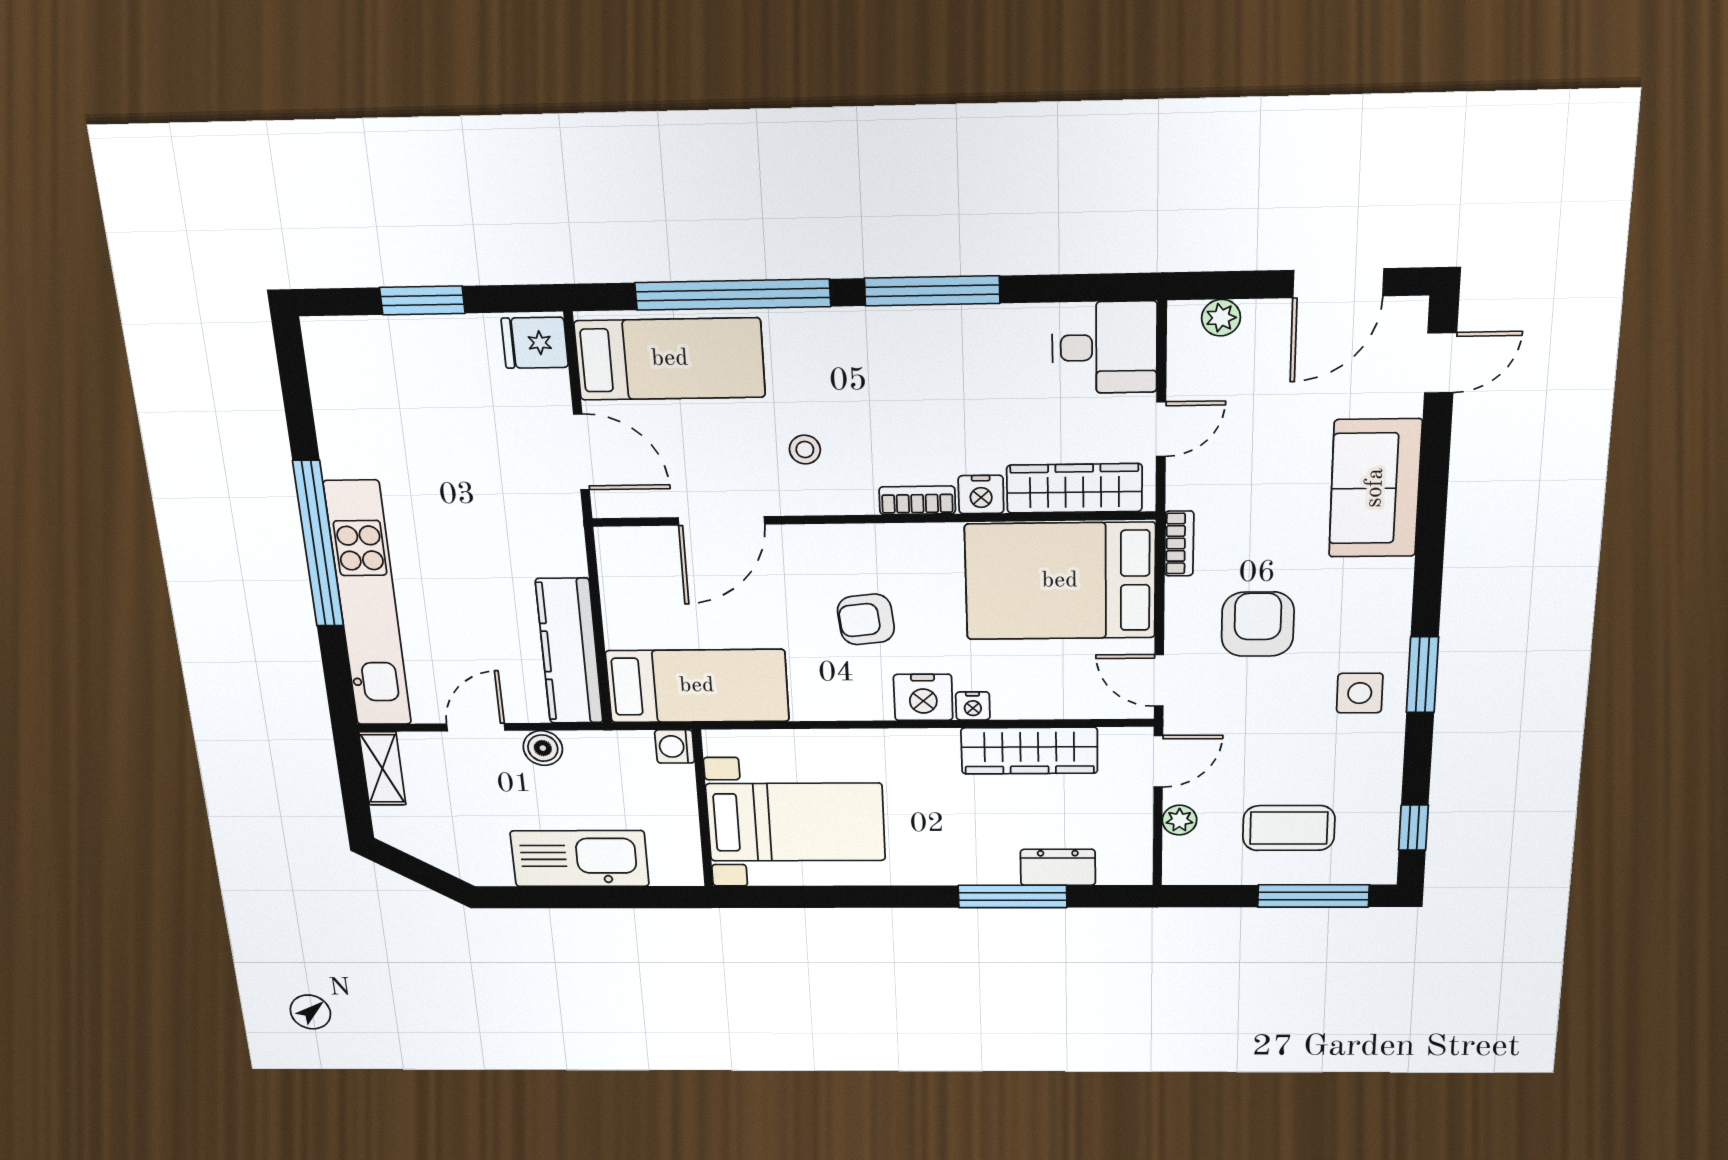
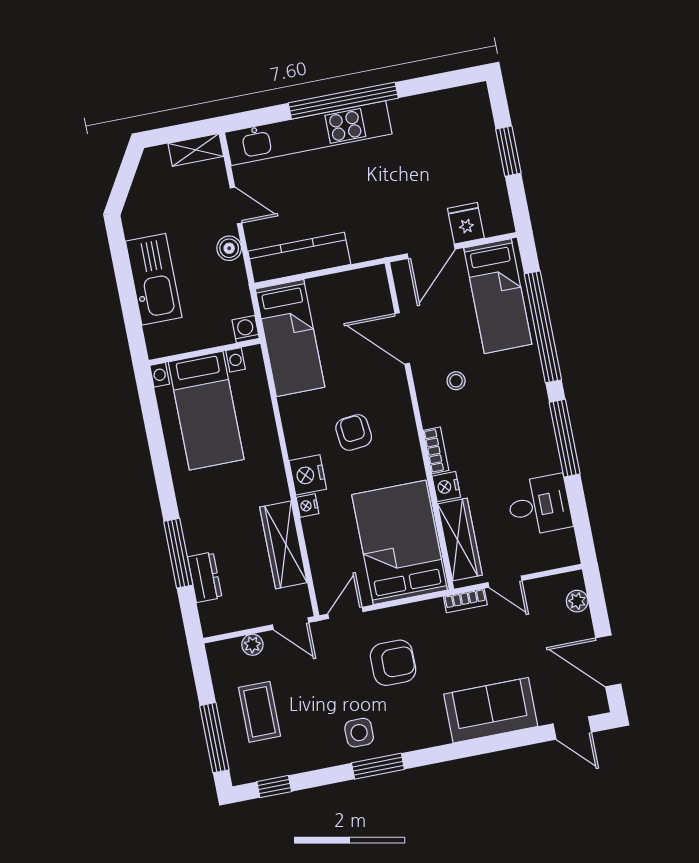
fridge: (535, 343) -> (466, 223), moved
desk: (1105, 347) -> (539, 505), moved, turned -90
bookcase: (1179, 543) -> (465, 601), moved

